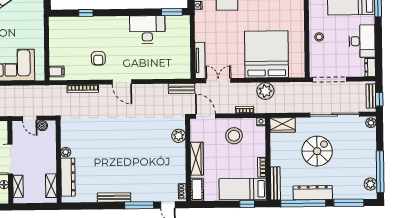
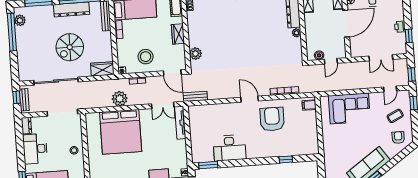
armchair: (98, 58) -> (272, 119), width x1.88, depth x1.88
door: (30, 118) -> (331, 61), swing flipped
plant: (371, 123) -> (23, 76), removed
wardrobe: (197, 159) -> (178, 34), width x0.67

